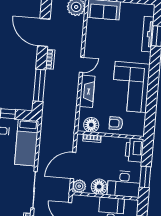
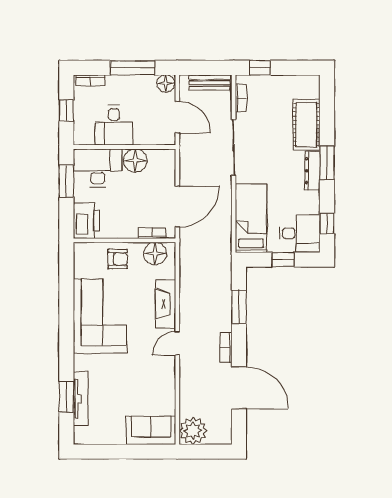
window: (39, 85) -> (239, 307), width x0.69
door: (73, 165) -> (177, 207), moved
plant: (79, 186) -> (166, 159), removed

